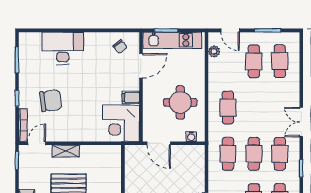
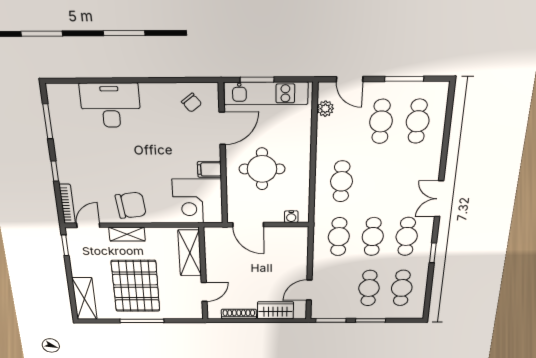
chair: (51, 101) -> (131, 205), moved
round table: (180, 102) -> (262, 169), moved
shelving: (113, 168) -> (190, 253), added

